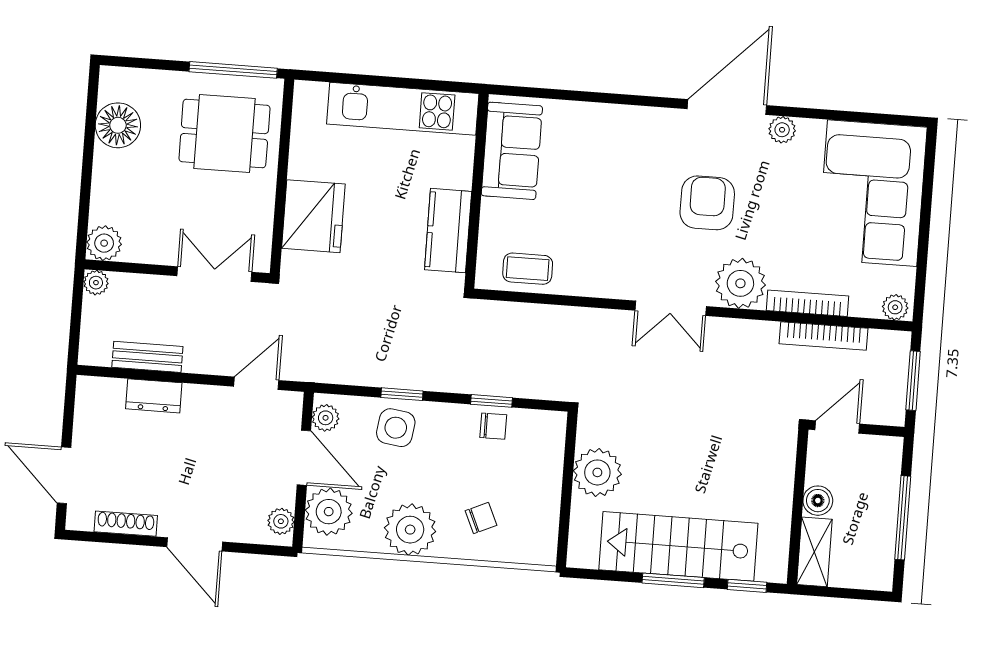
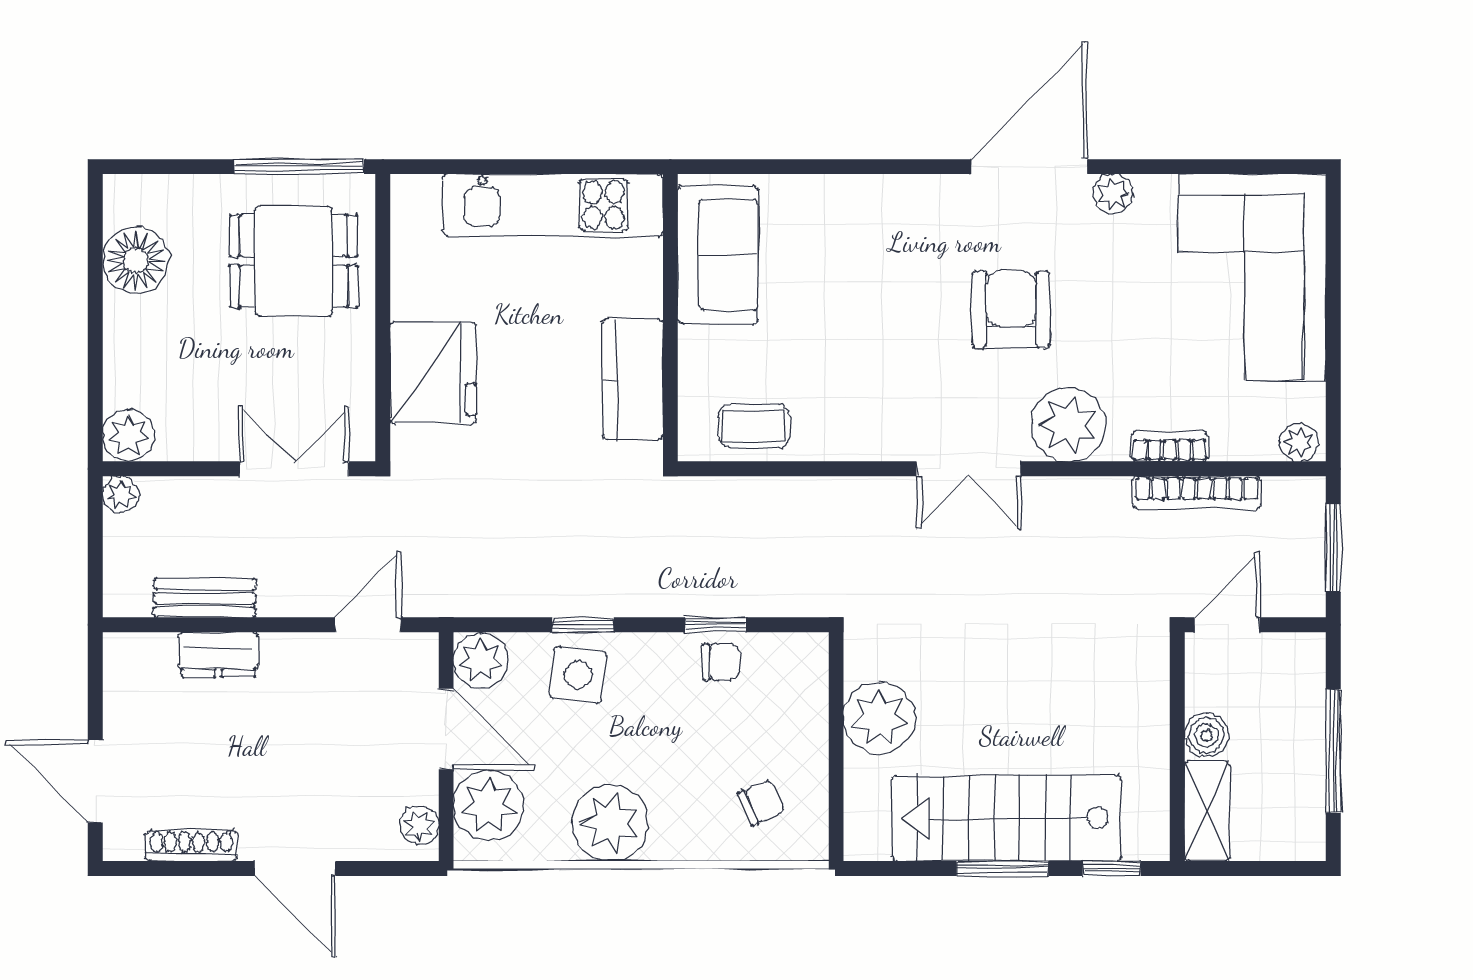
bookcase: (807, 303) -> (1169, 446), width x0.64
plant: (326, 418) -> (481, 660), width x1.38, depth x1.38
chair: (481, 518) -> (761, 802), moved

